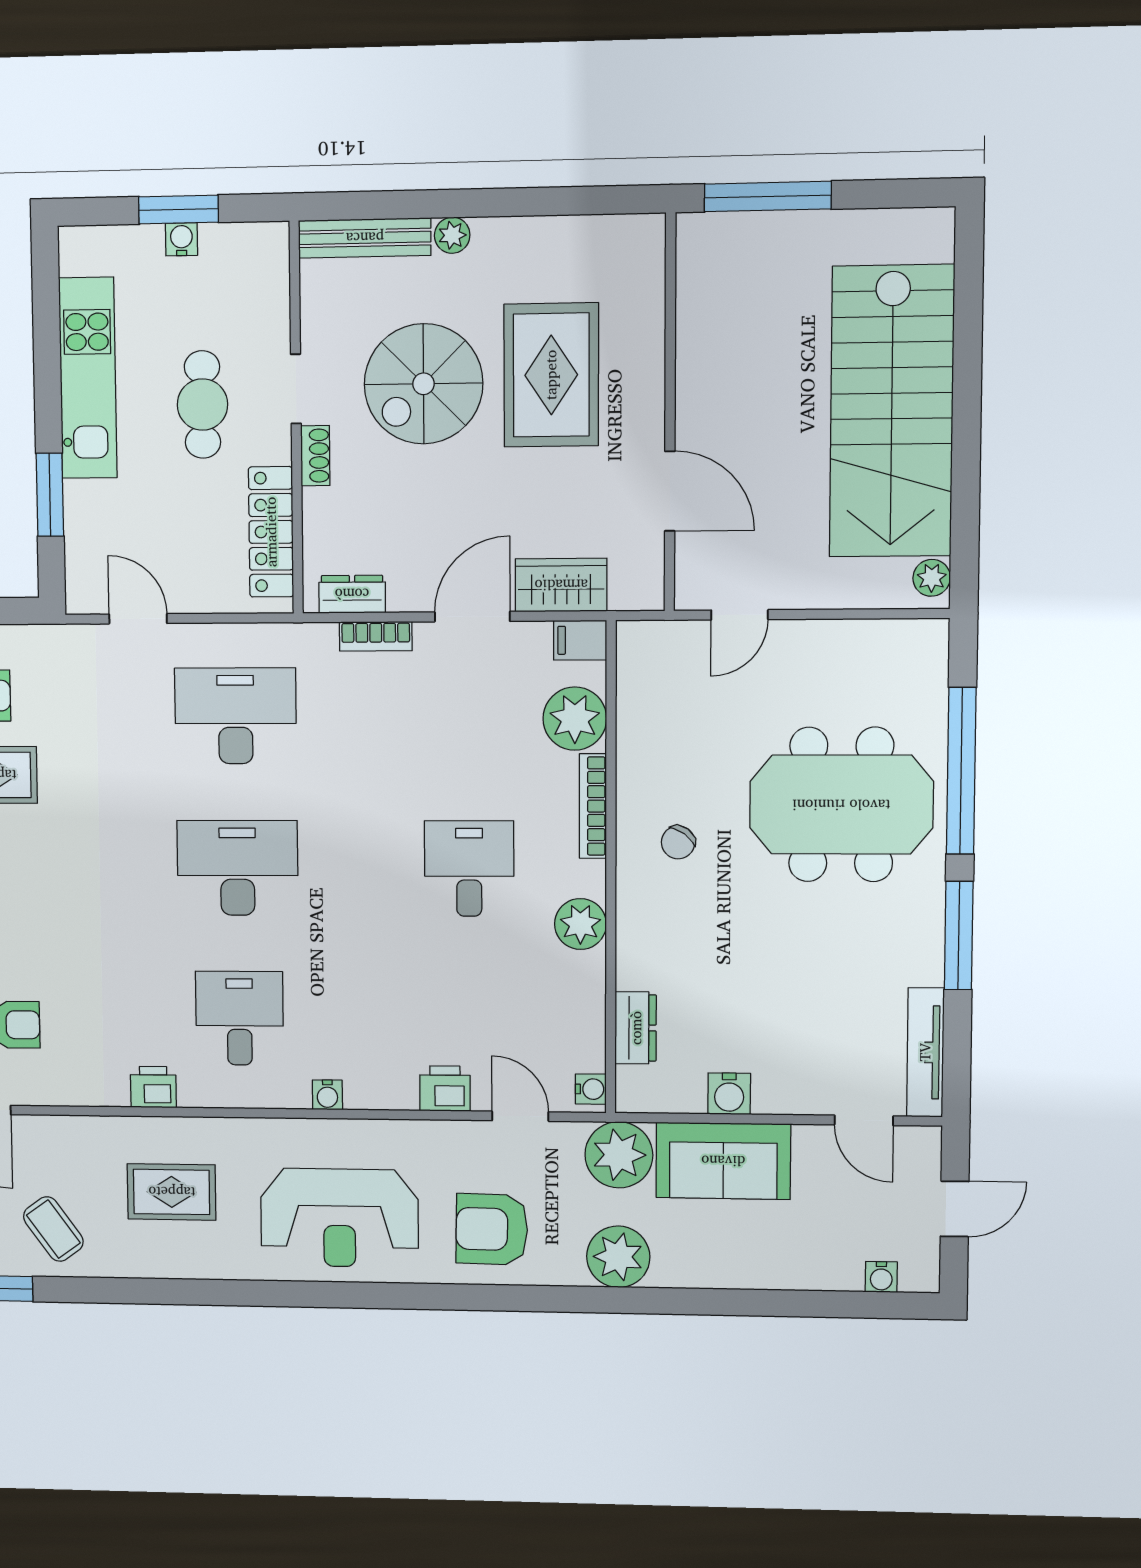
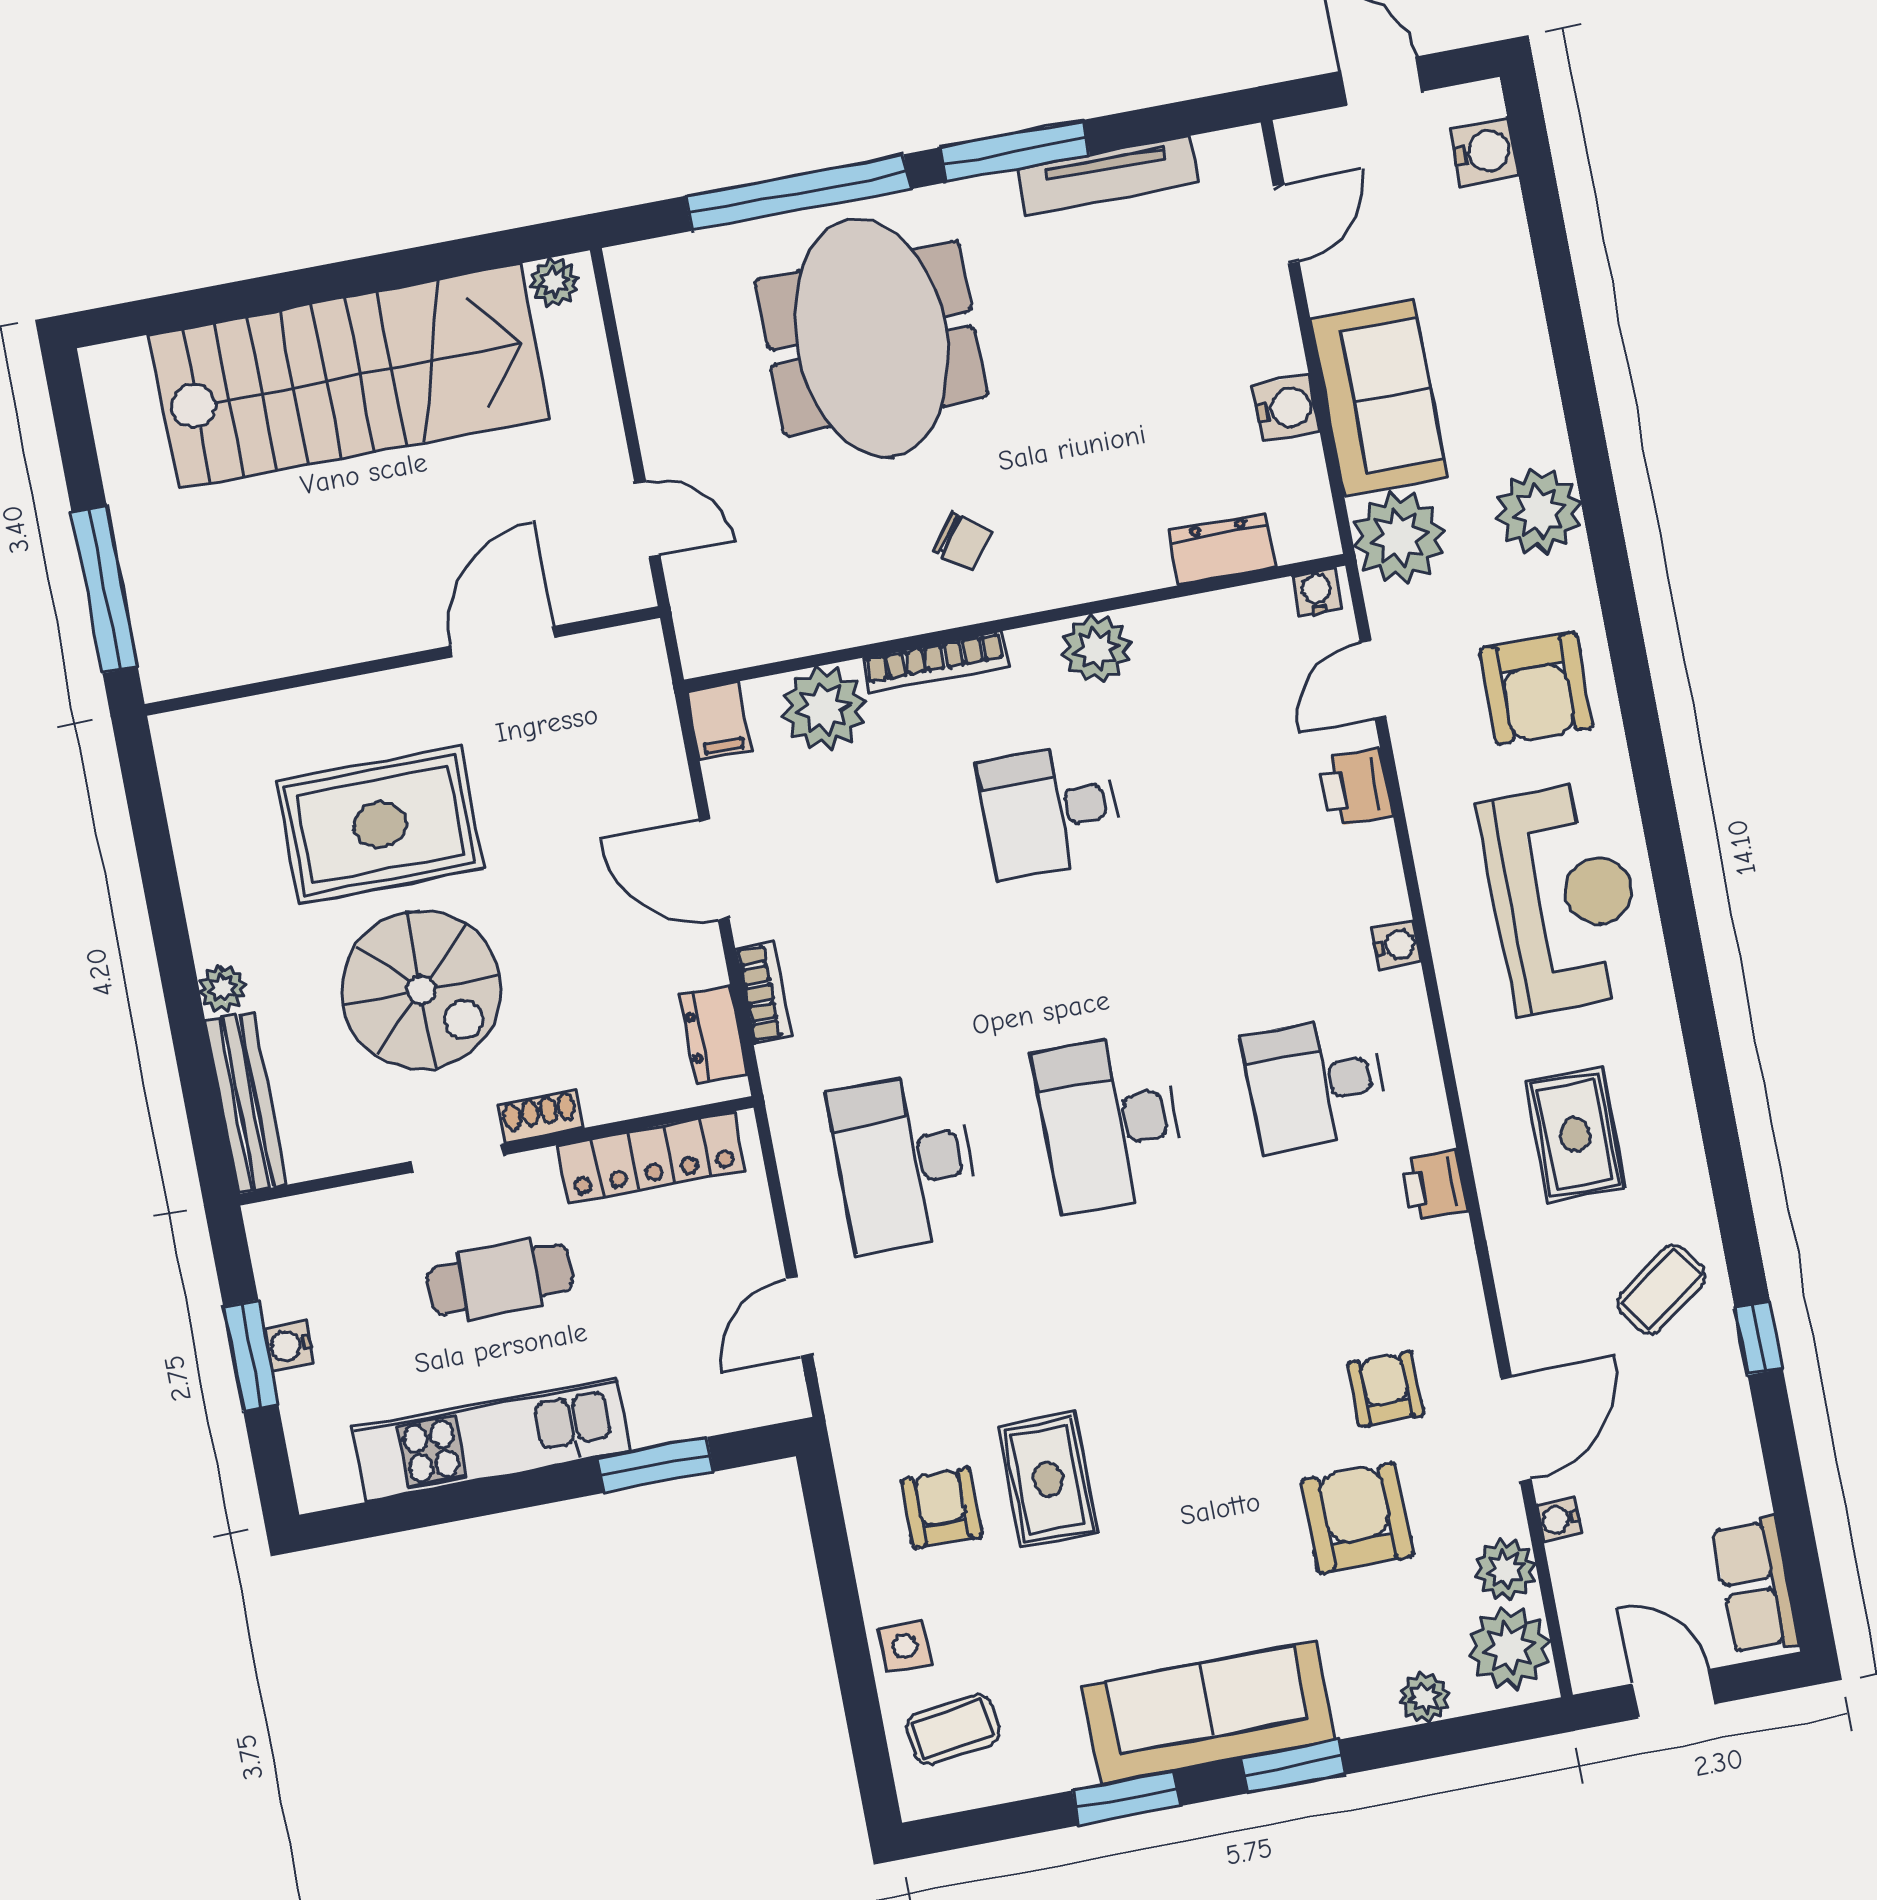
wardrobe: (561, 585) -> (651, 760), removed
tv unit: (925, 1052) -> (1108, 176), moved
water cooler: (881, 1277) -> (1484, 152), width x1.38, depth x1.38

